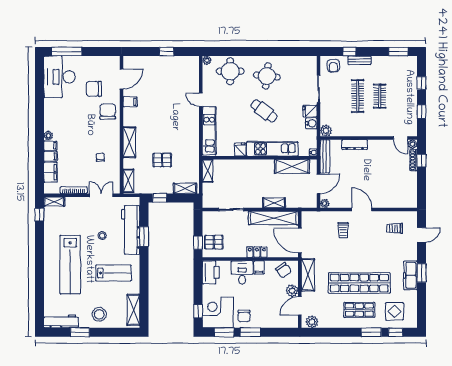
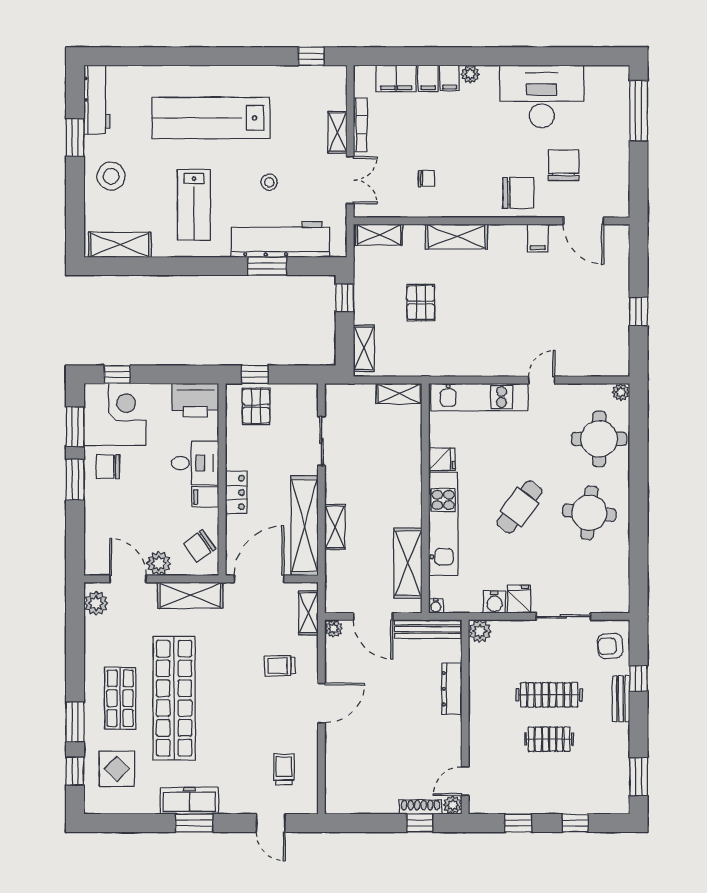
desk: (59, 77) -> (542, 96), moved
shelving: (54, 202) -> (337, 132), moved
shelving: (317, 216) -> (308, 613), added

